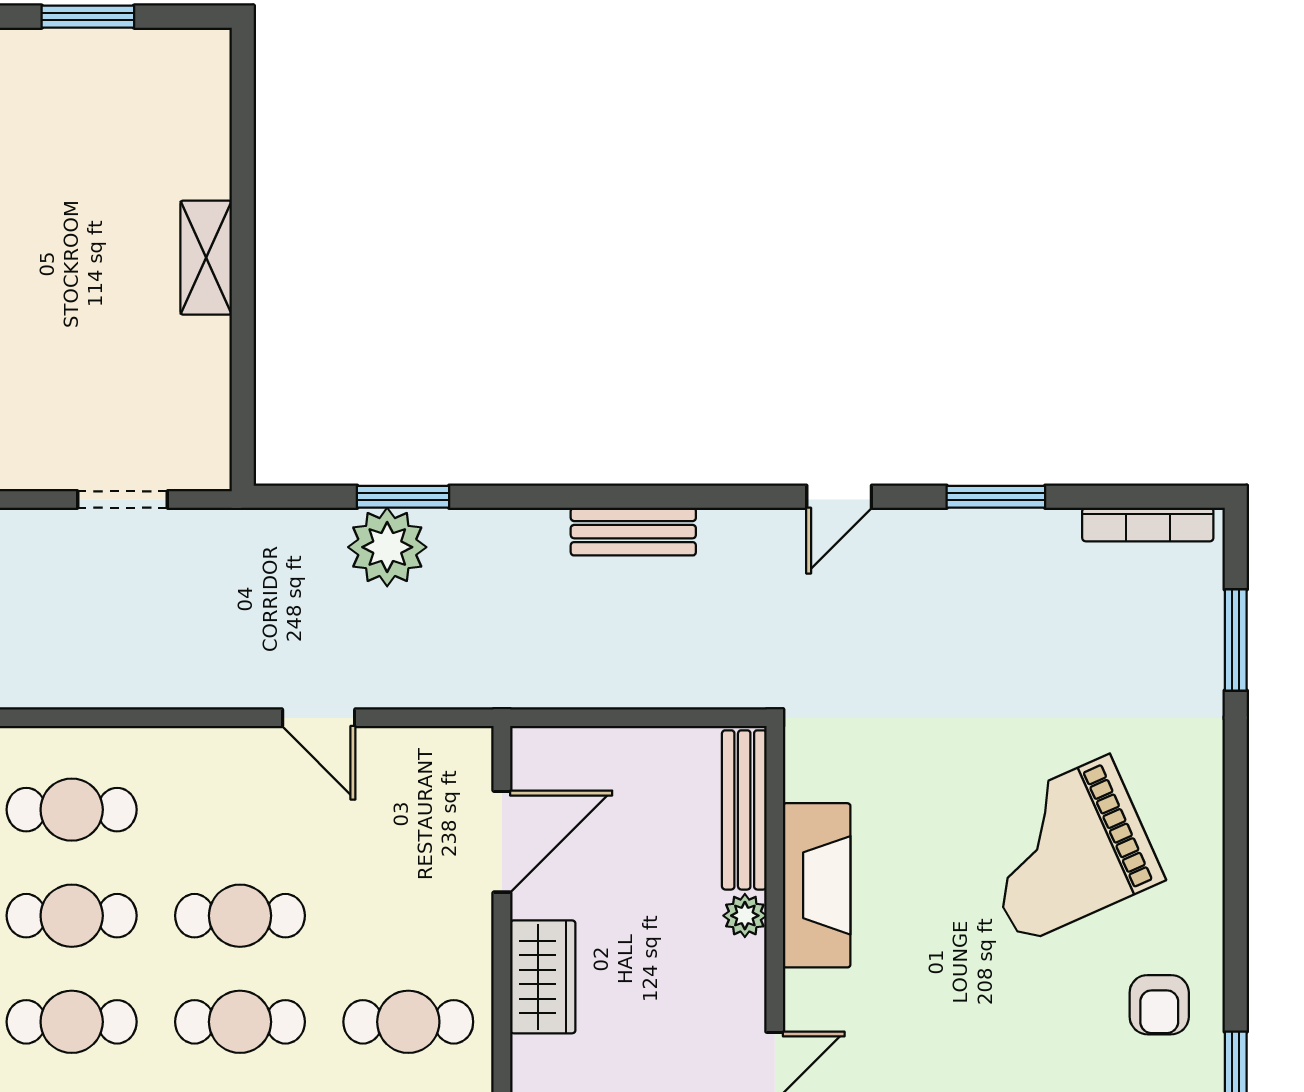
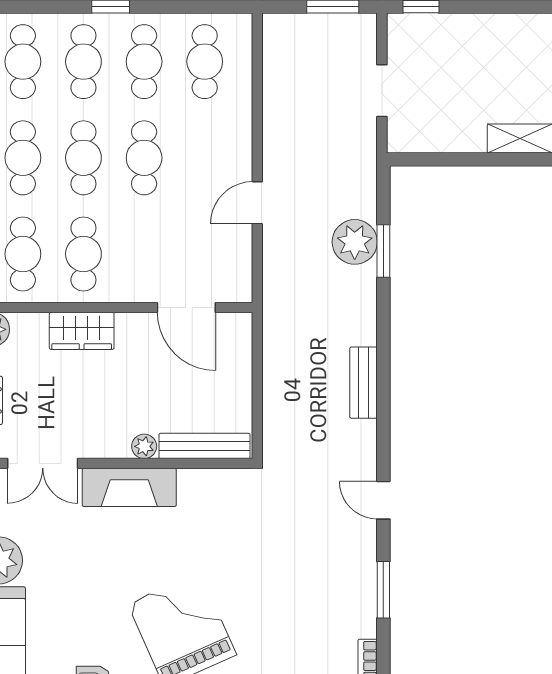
fireplace: (817, 885) -> (129, 487), moved
wardrobe: (543, 977) -> (82, 331), moved

